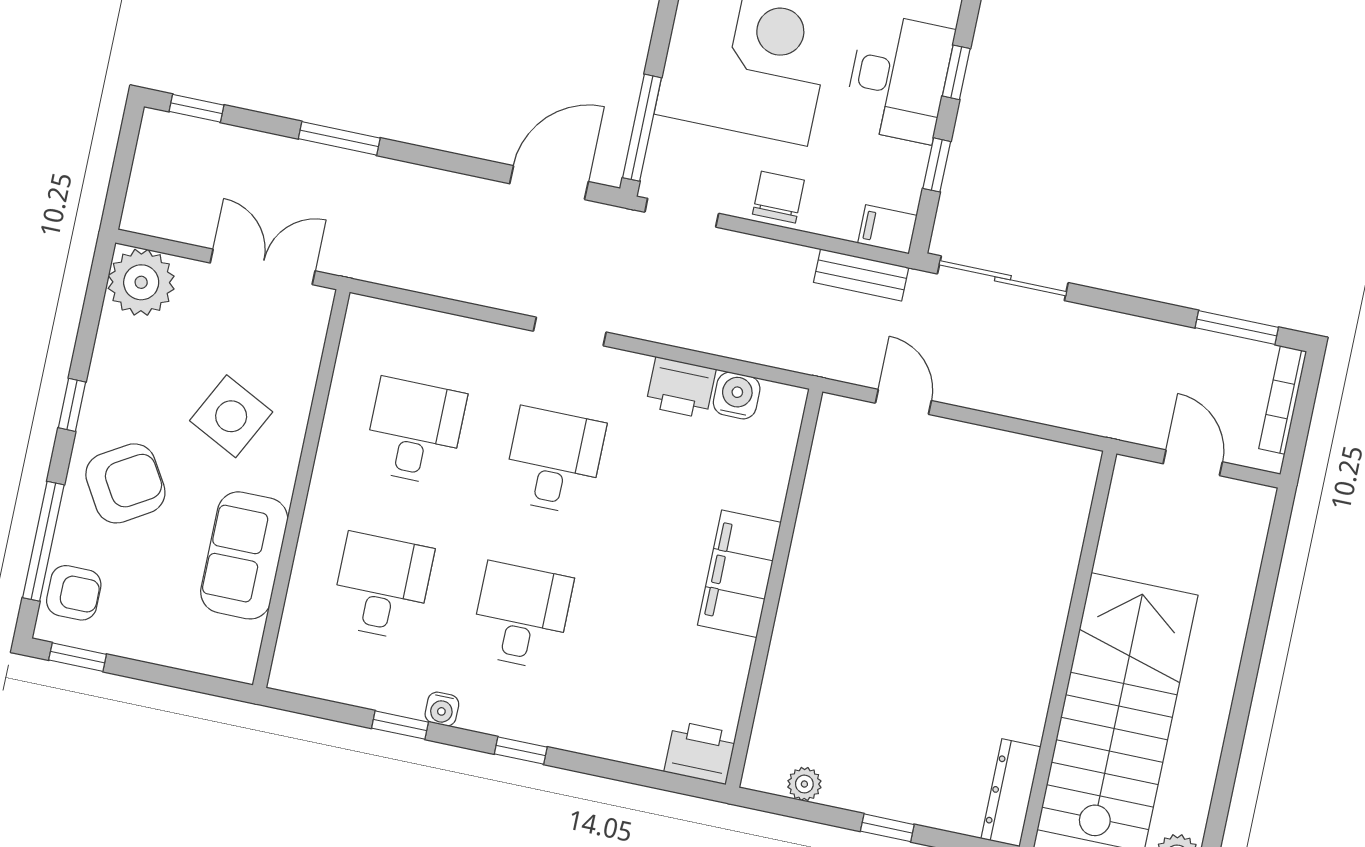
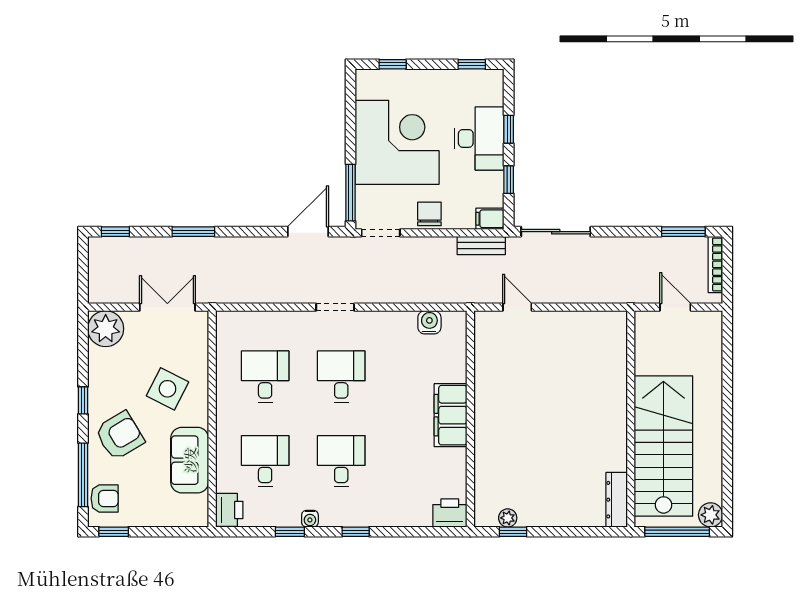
printer: (681, 388) -> (229, 510), moved, turned -90
window: (887, 828) -> (513, 532), moved

